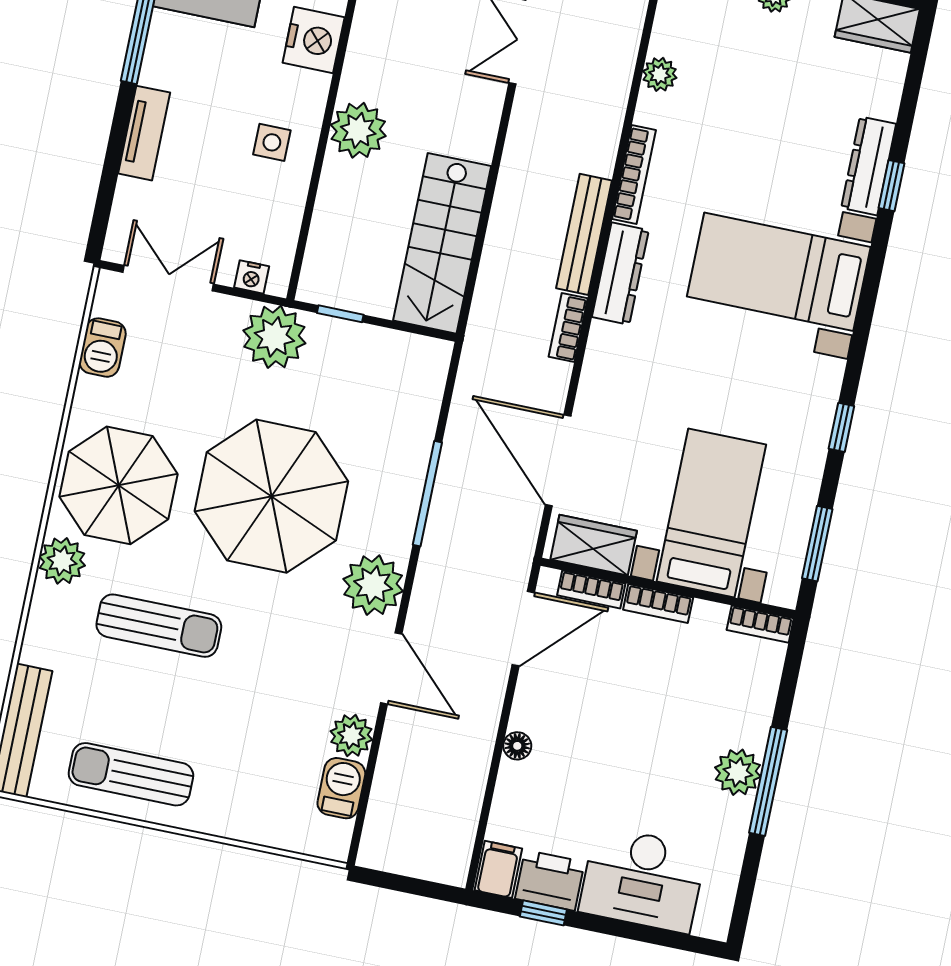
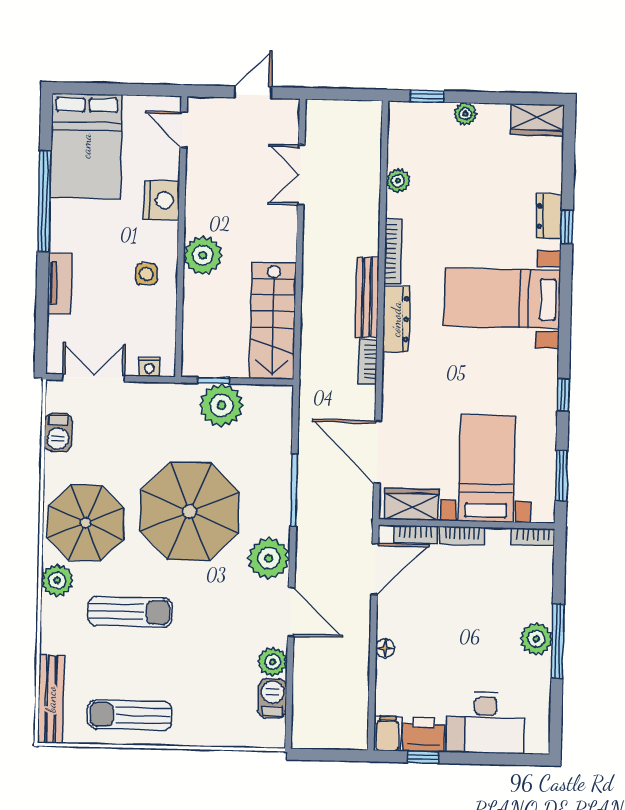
dresser: (869, 166) -> (549, 216), width x0.70
plant: (274, 337) -> (222, 405), moved

